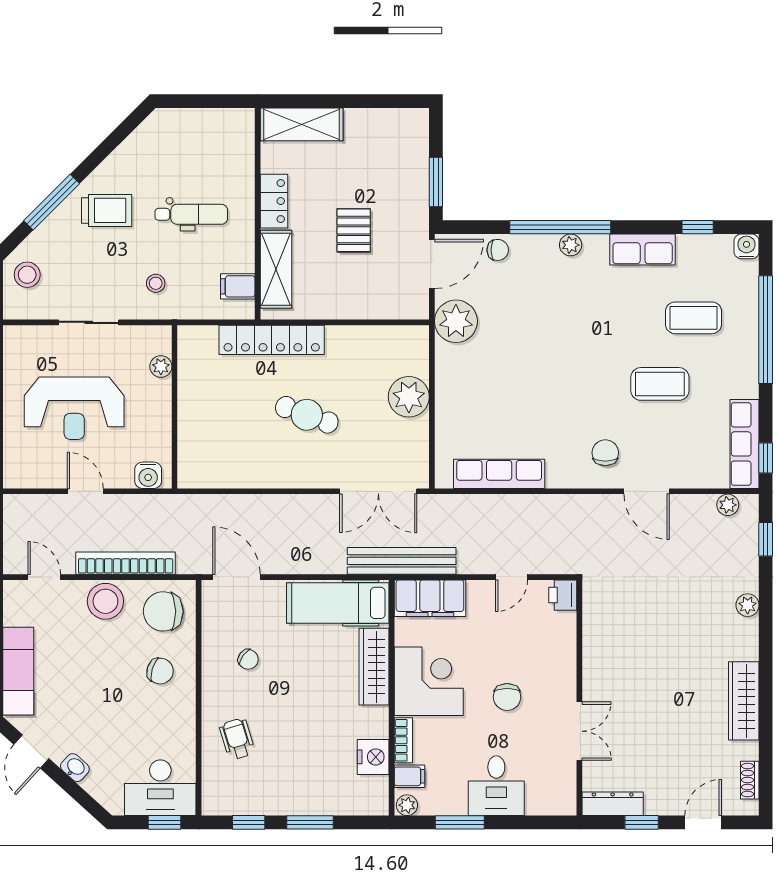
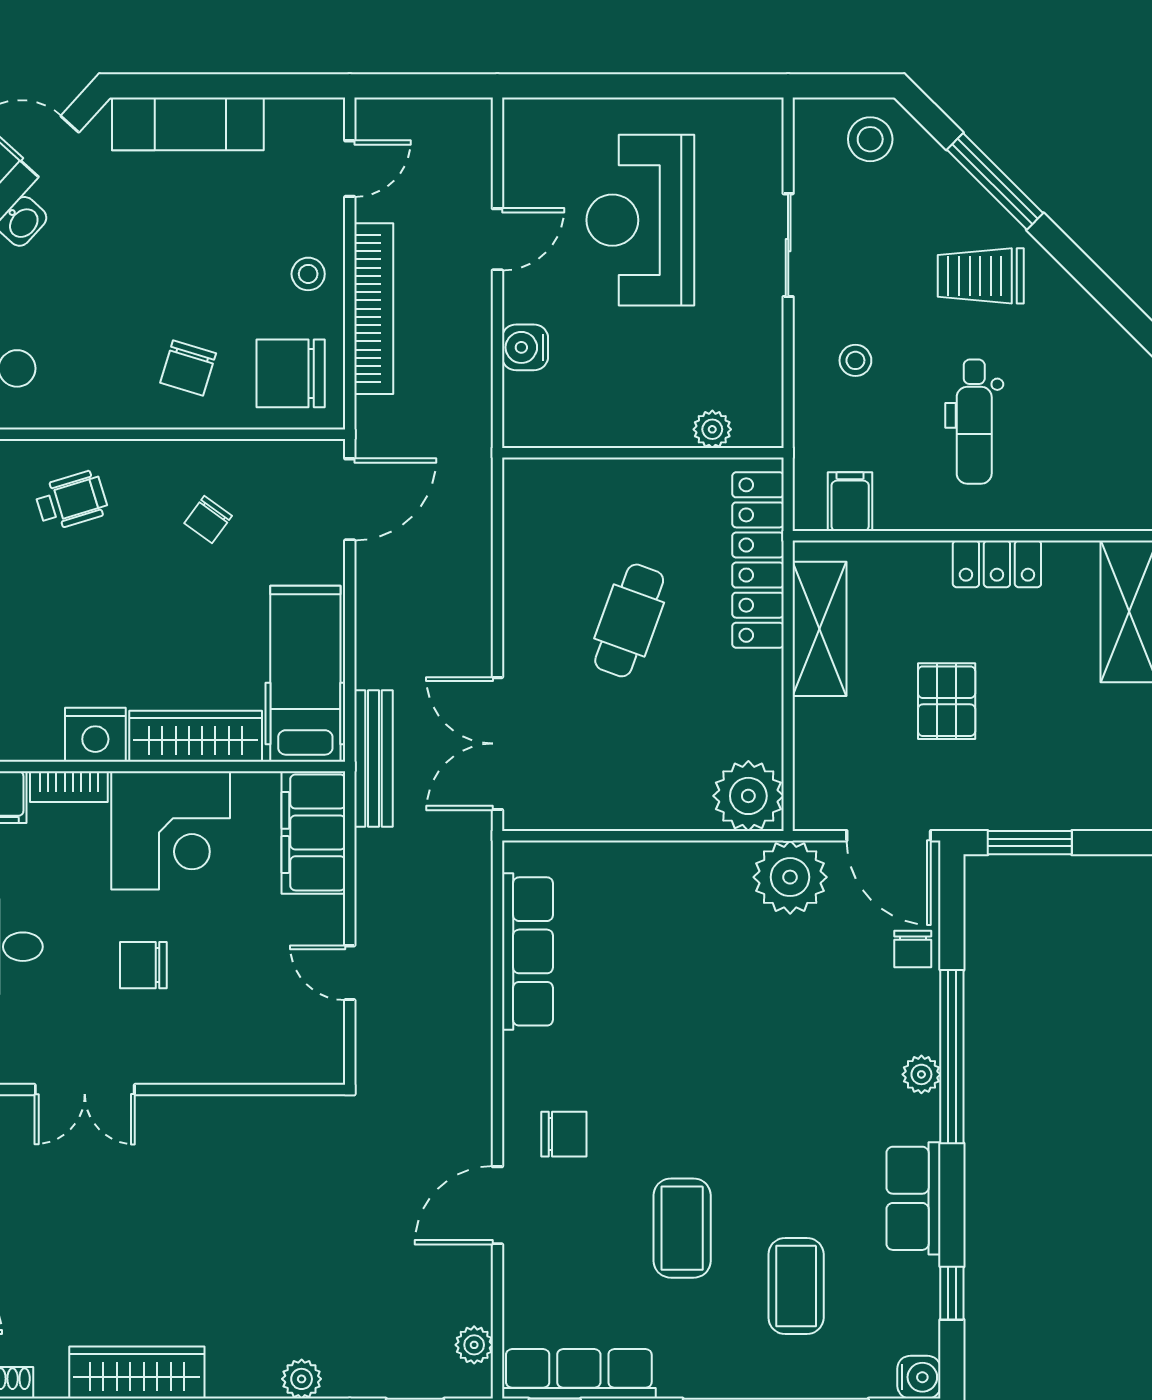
trolley: (107, 210) -> (981, 276), turned 90
pallet: (354, 230) -> (947, 701), turned 90
shelving: (276, 269) -> (820, 629), moved, turned 90
plant: (161, 366) -> (712, 429), moved
plant: (409, 397) -> (748, 796), moved
wall: (174, 407) -> (643, 453), moved
bench: (402, 561) -> (373, 759), width x0.73, depth x0.82
printer: (563, 595) -> (319, 1061), removed
stool: (105, 601) -> (308, 274), width x0.53, depth x0.53
chair: (163, 611) -> (291, 373), turned -89
nightstand: (373, 757) -> (95, 735), moved

